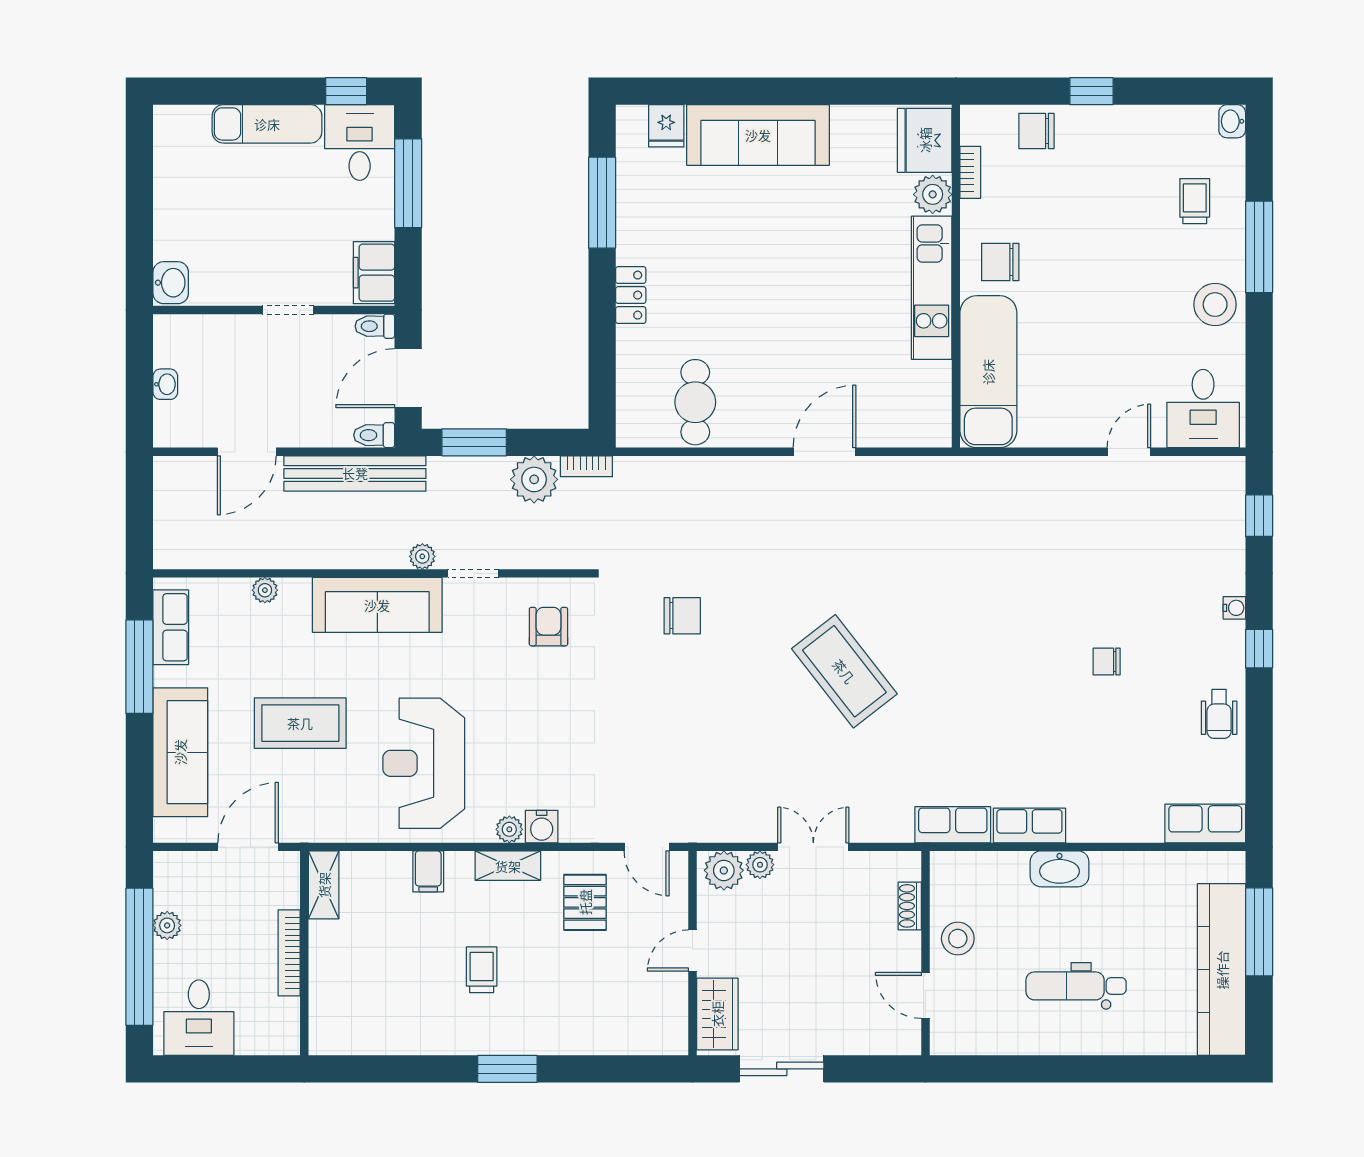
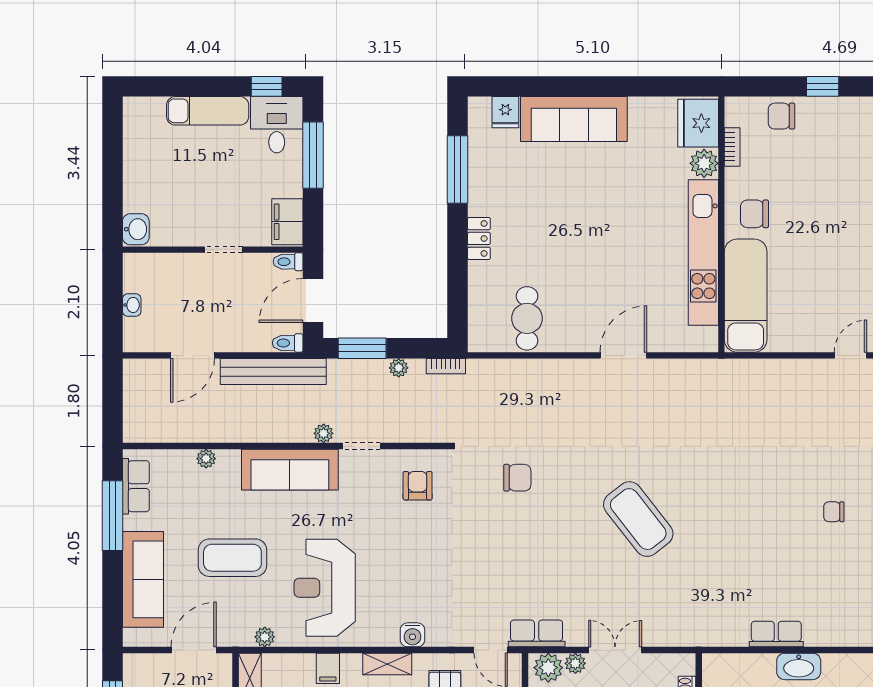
kitchen unit: (932, 288) -> (703, 253), width x1.36
plant: (534, 479) -> (399, 368), width x0.53, depth x0.53
row of seats: (953, 825) -> (537, 633), moved
plant: (509, 829) -> (265, 637), moved

